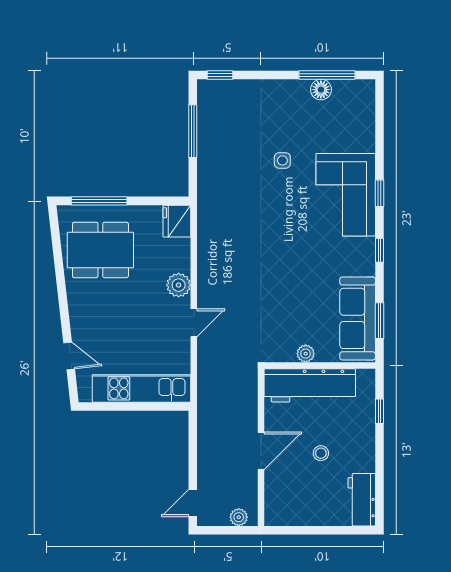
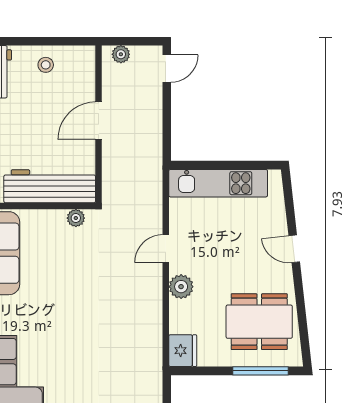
plant: (306, 354) -> (76, 218), moved
door: (69, 356) -> (294, 249), moved
stool: (321, 453) -> (46, 65), moved

